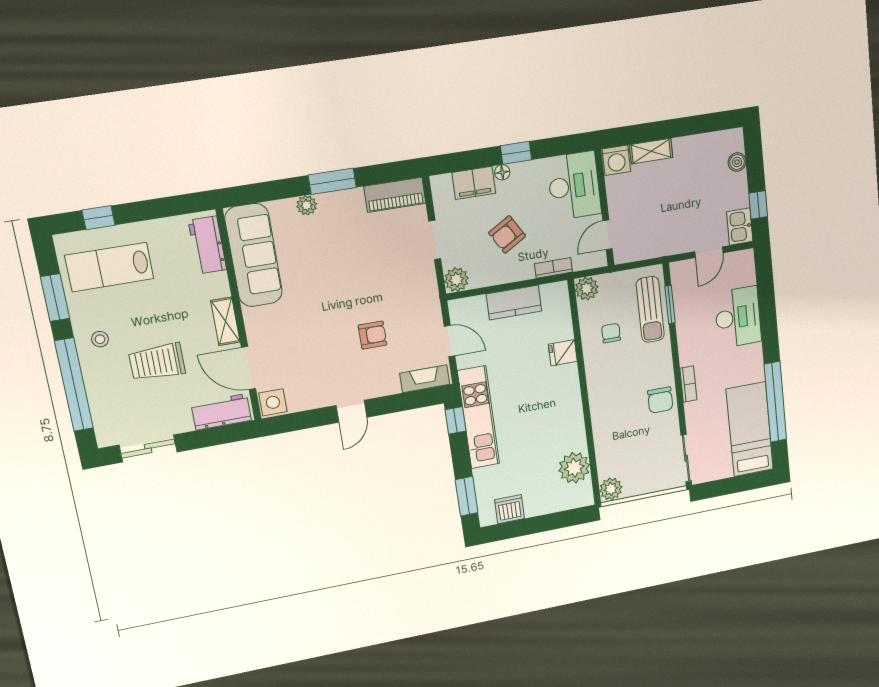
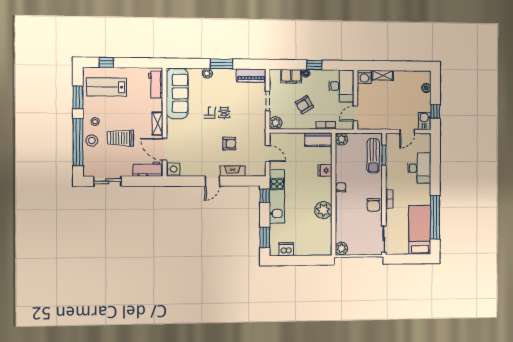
kitchen counter: (514, 302) -> (318, 140), moved
chair: (611, 333) -> (341, 187), moved
stool: (101, 377) -> (92, 141), added
fireplace: (425, 379) -> (233, 171), moved
plant: (574, 468) -> (323, 210), moved

